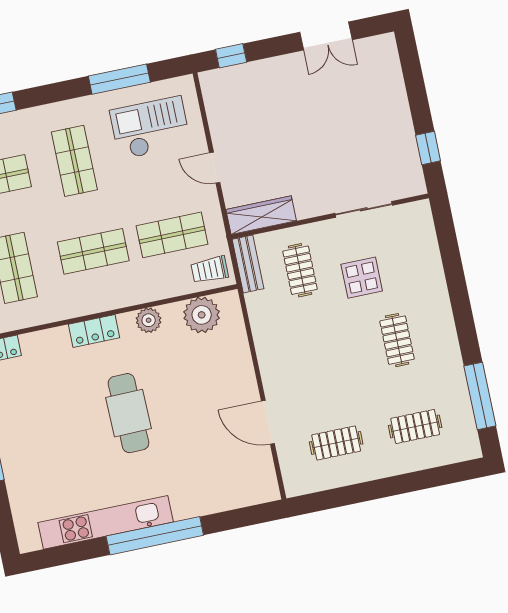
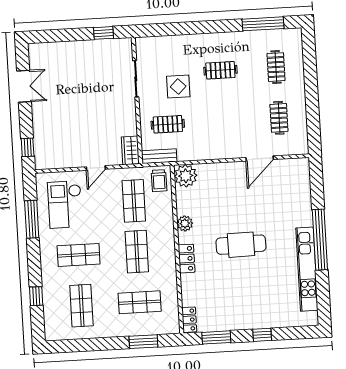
wardrobe: (261, 215) -> (130, 150), width x0.67
plant: (202, 315) -> (186, 176), moved

